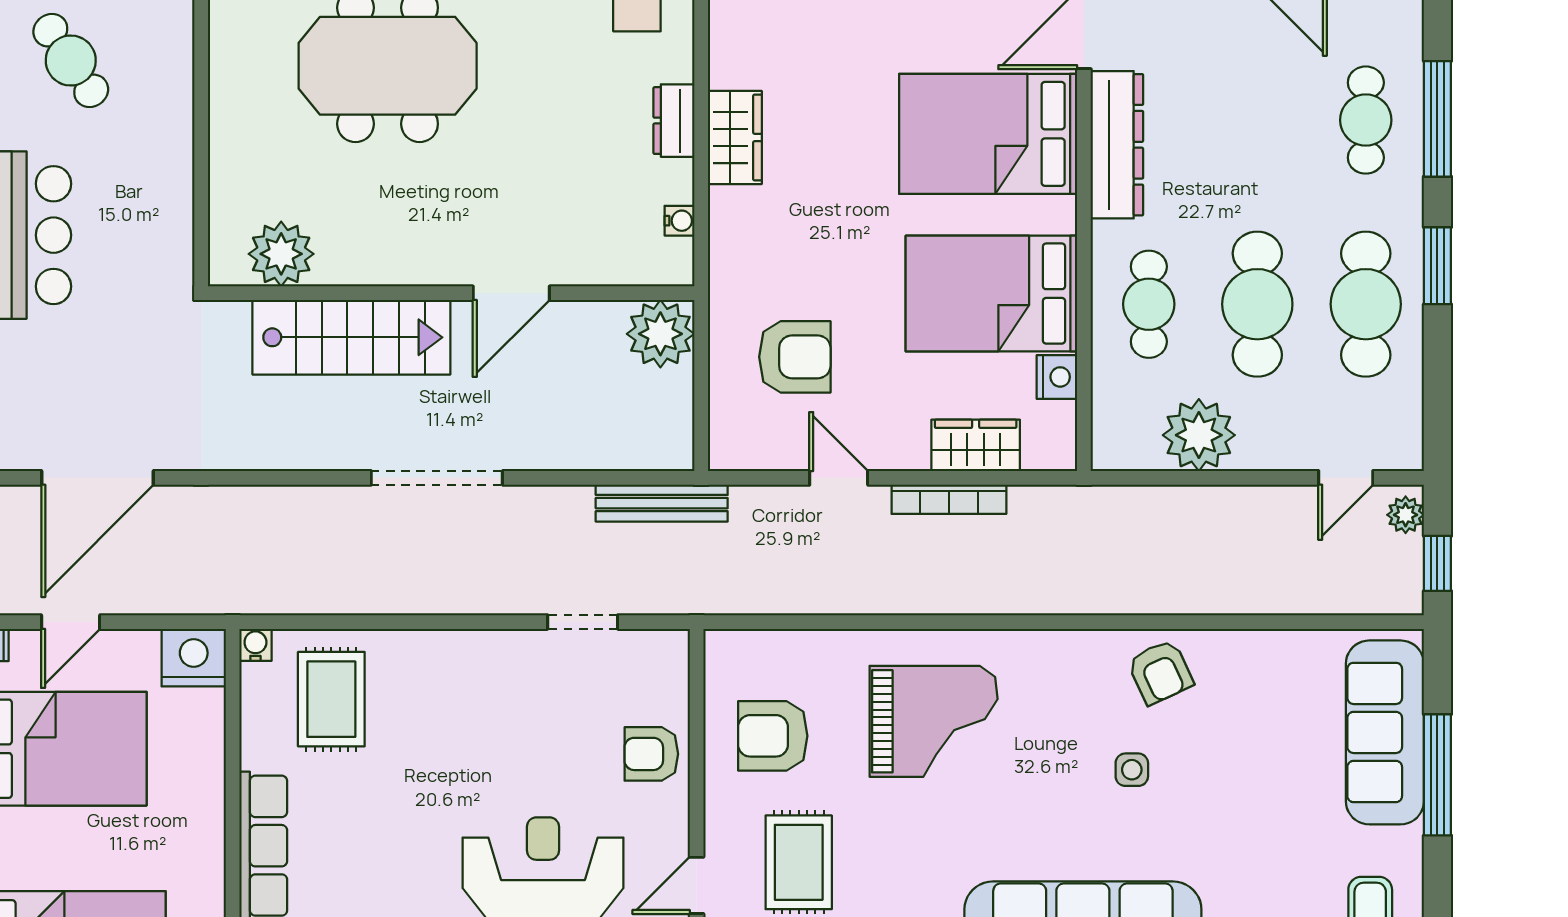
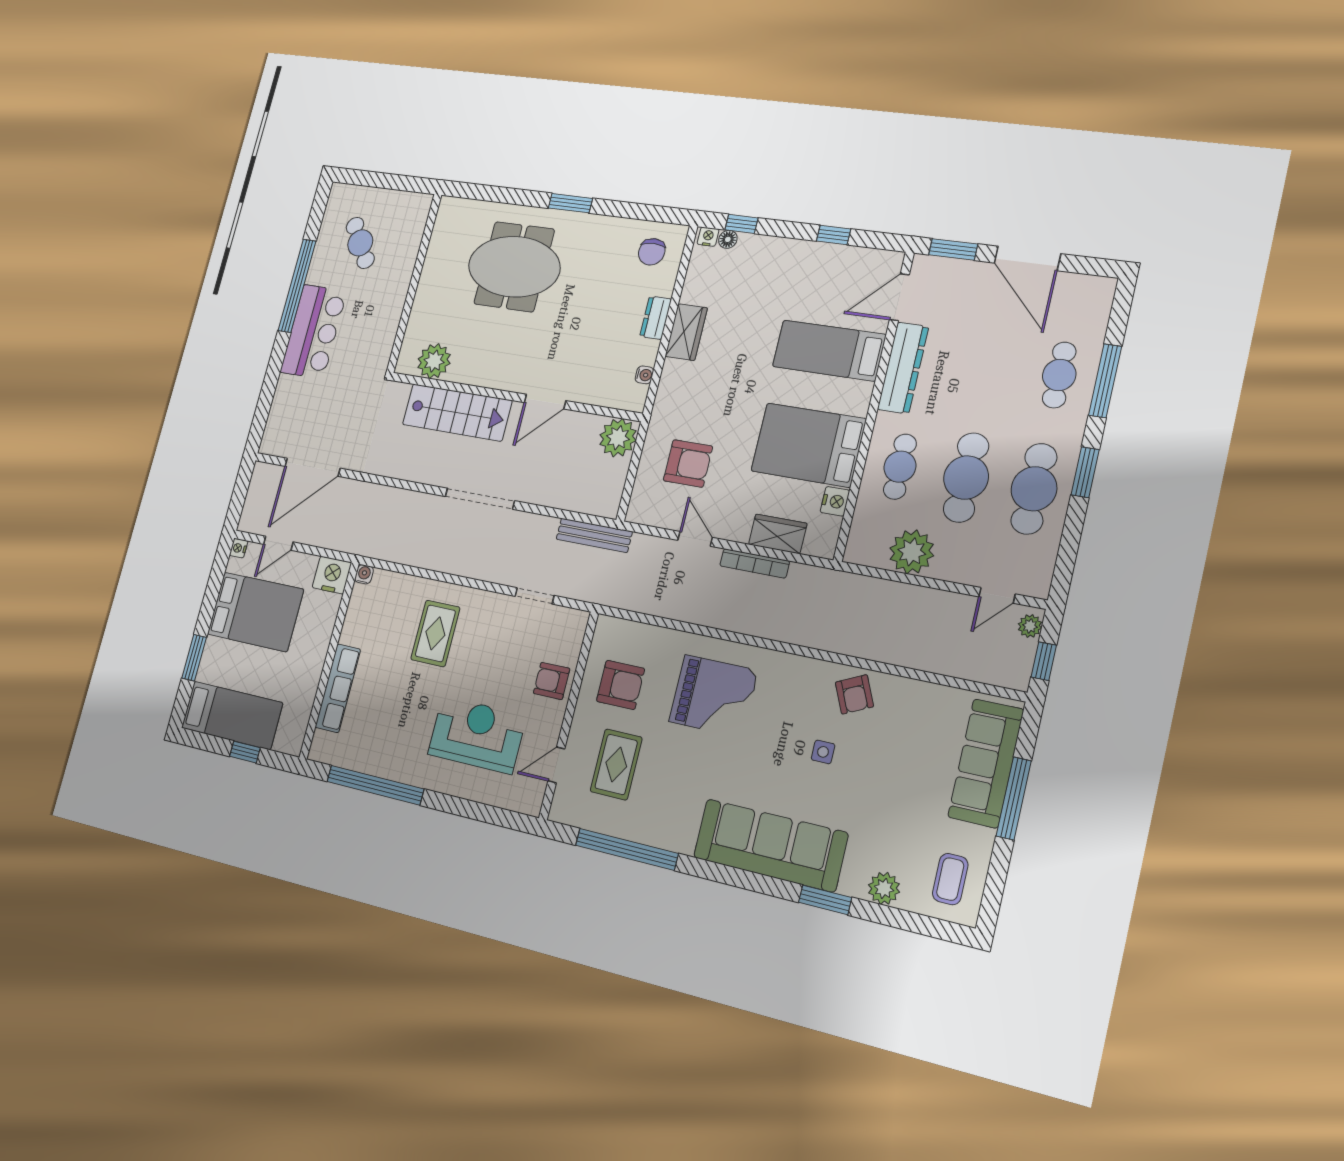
bed: (988, 134) -> (829, 351), width x0.67
rug: (331, 699) -> (435, 633), moved
armchair: (773, 736) -> (621, 685), turned 180

